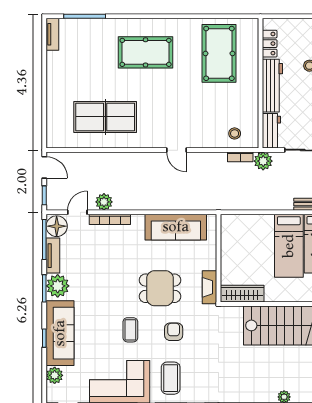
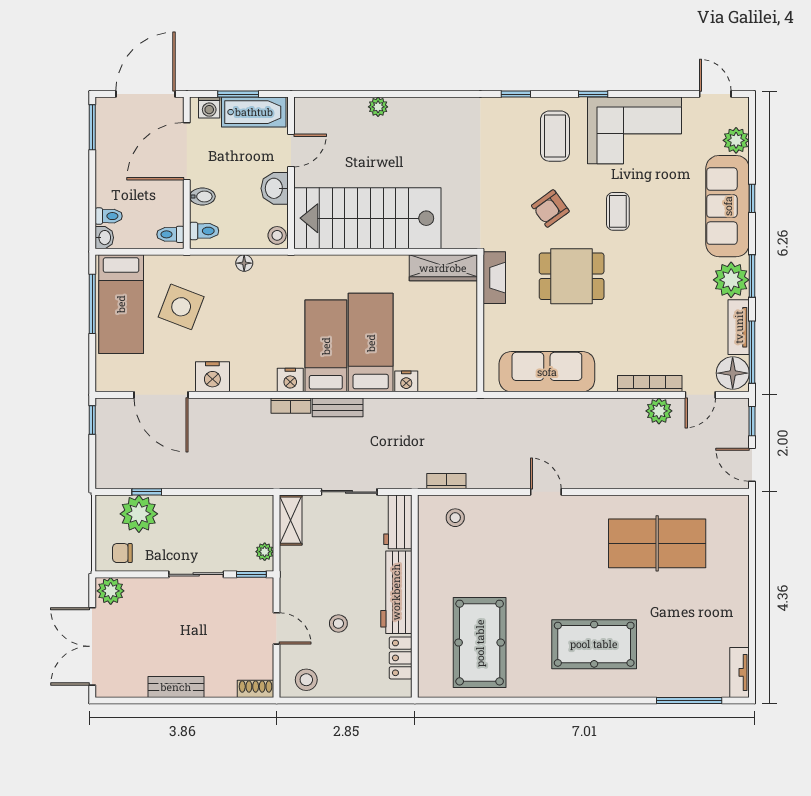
plant: (263, 161) -> (411, 475), removed
nightstand: (266, 221) -> (406, 381), added
armchair: (174, 332) -> (550, 209), turned 54

